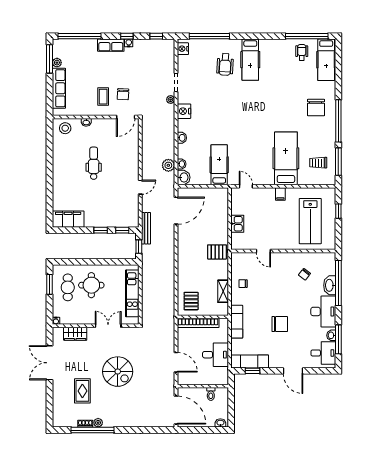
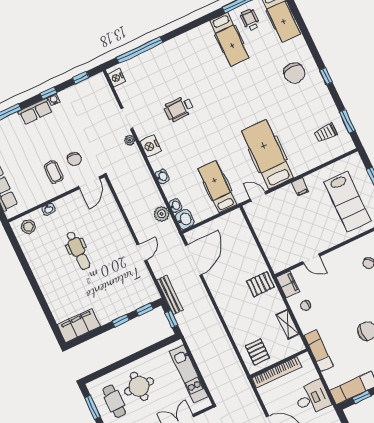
hospital bed: (250, 60) -> (229, 39), moved
wheelchair: (225, 64) -> (179, 109), moved, turned 87
window: (338, 121) -> (326, 76), width x0.32
hospital bed: (286, 158) -> (267, 154), moved
window: (338, 162) -> (347, 121), width x0.69
dental chair: (94, 163) -> (78, 251), turned 180
kitchen sink: (237, 224) -> (268, 242), removed
filing cabinet: (237, 262) -> (288, 284), added

